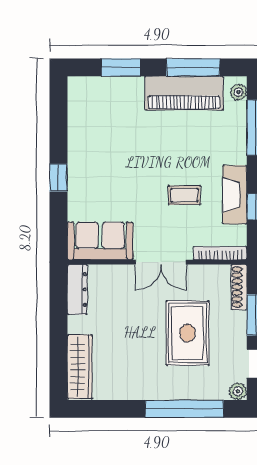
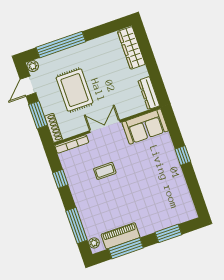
piano: (184, 93) -> (121, 236), width x0.73, depth x0.75
fireplace: (235, 195) -> (75, 182), removed

